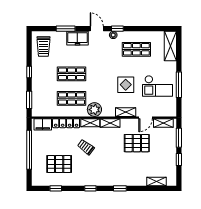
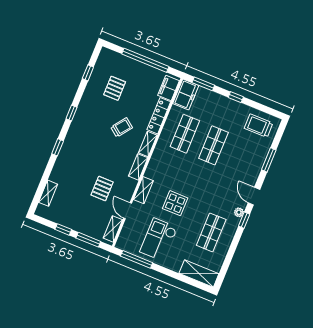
door: (97, 29) -> (254, 196), swing flipped
freezer: (77, 38) -> (186, 95), moved, turned 180
window: (179, 85) -> (137, 259), moved
plant: (94, 110) -> (161, 155), removed
pallet: (137, 143) -> (102, 188), width x0.67, depth x0.71
pallet: (59, 164) -> (115, 88), width x0.67, depth x0.71

